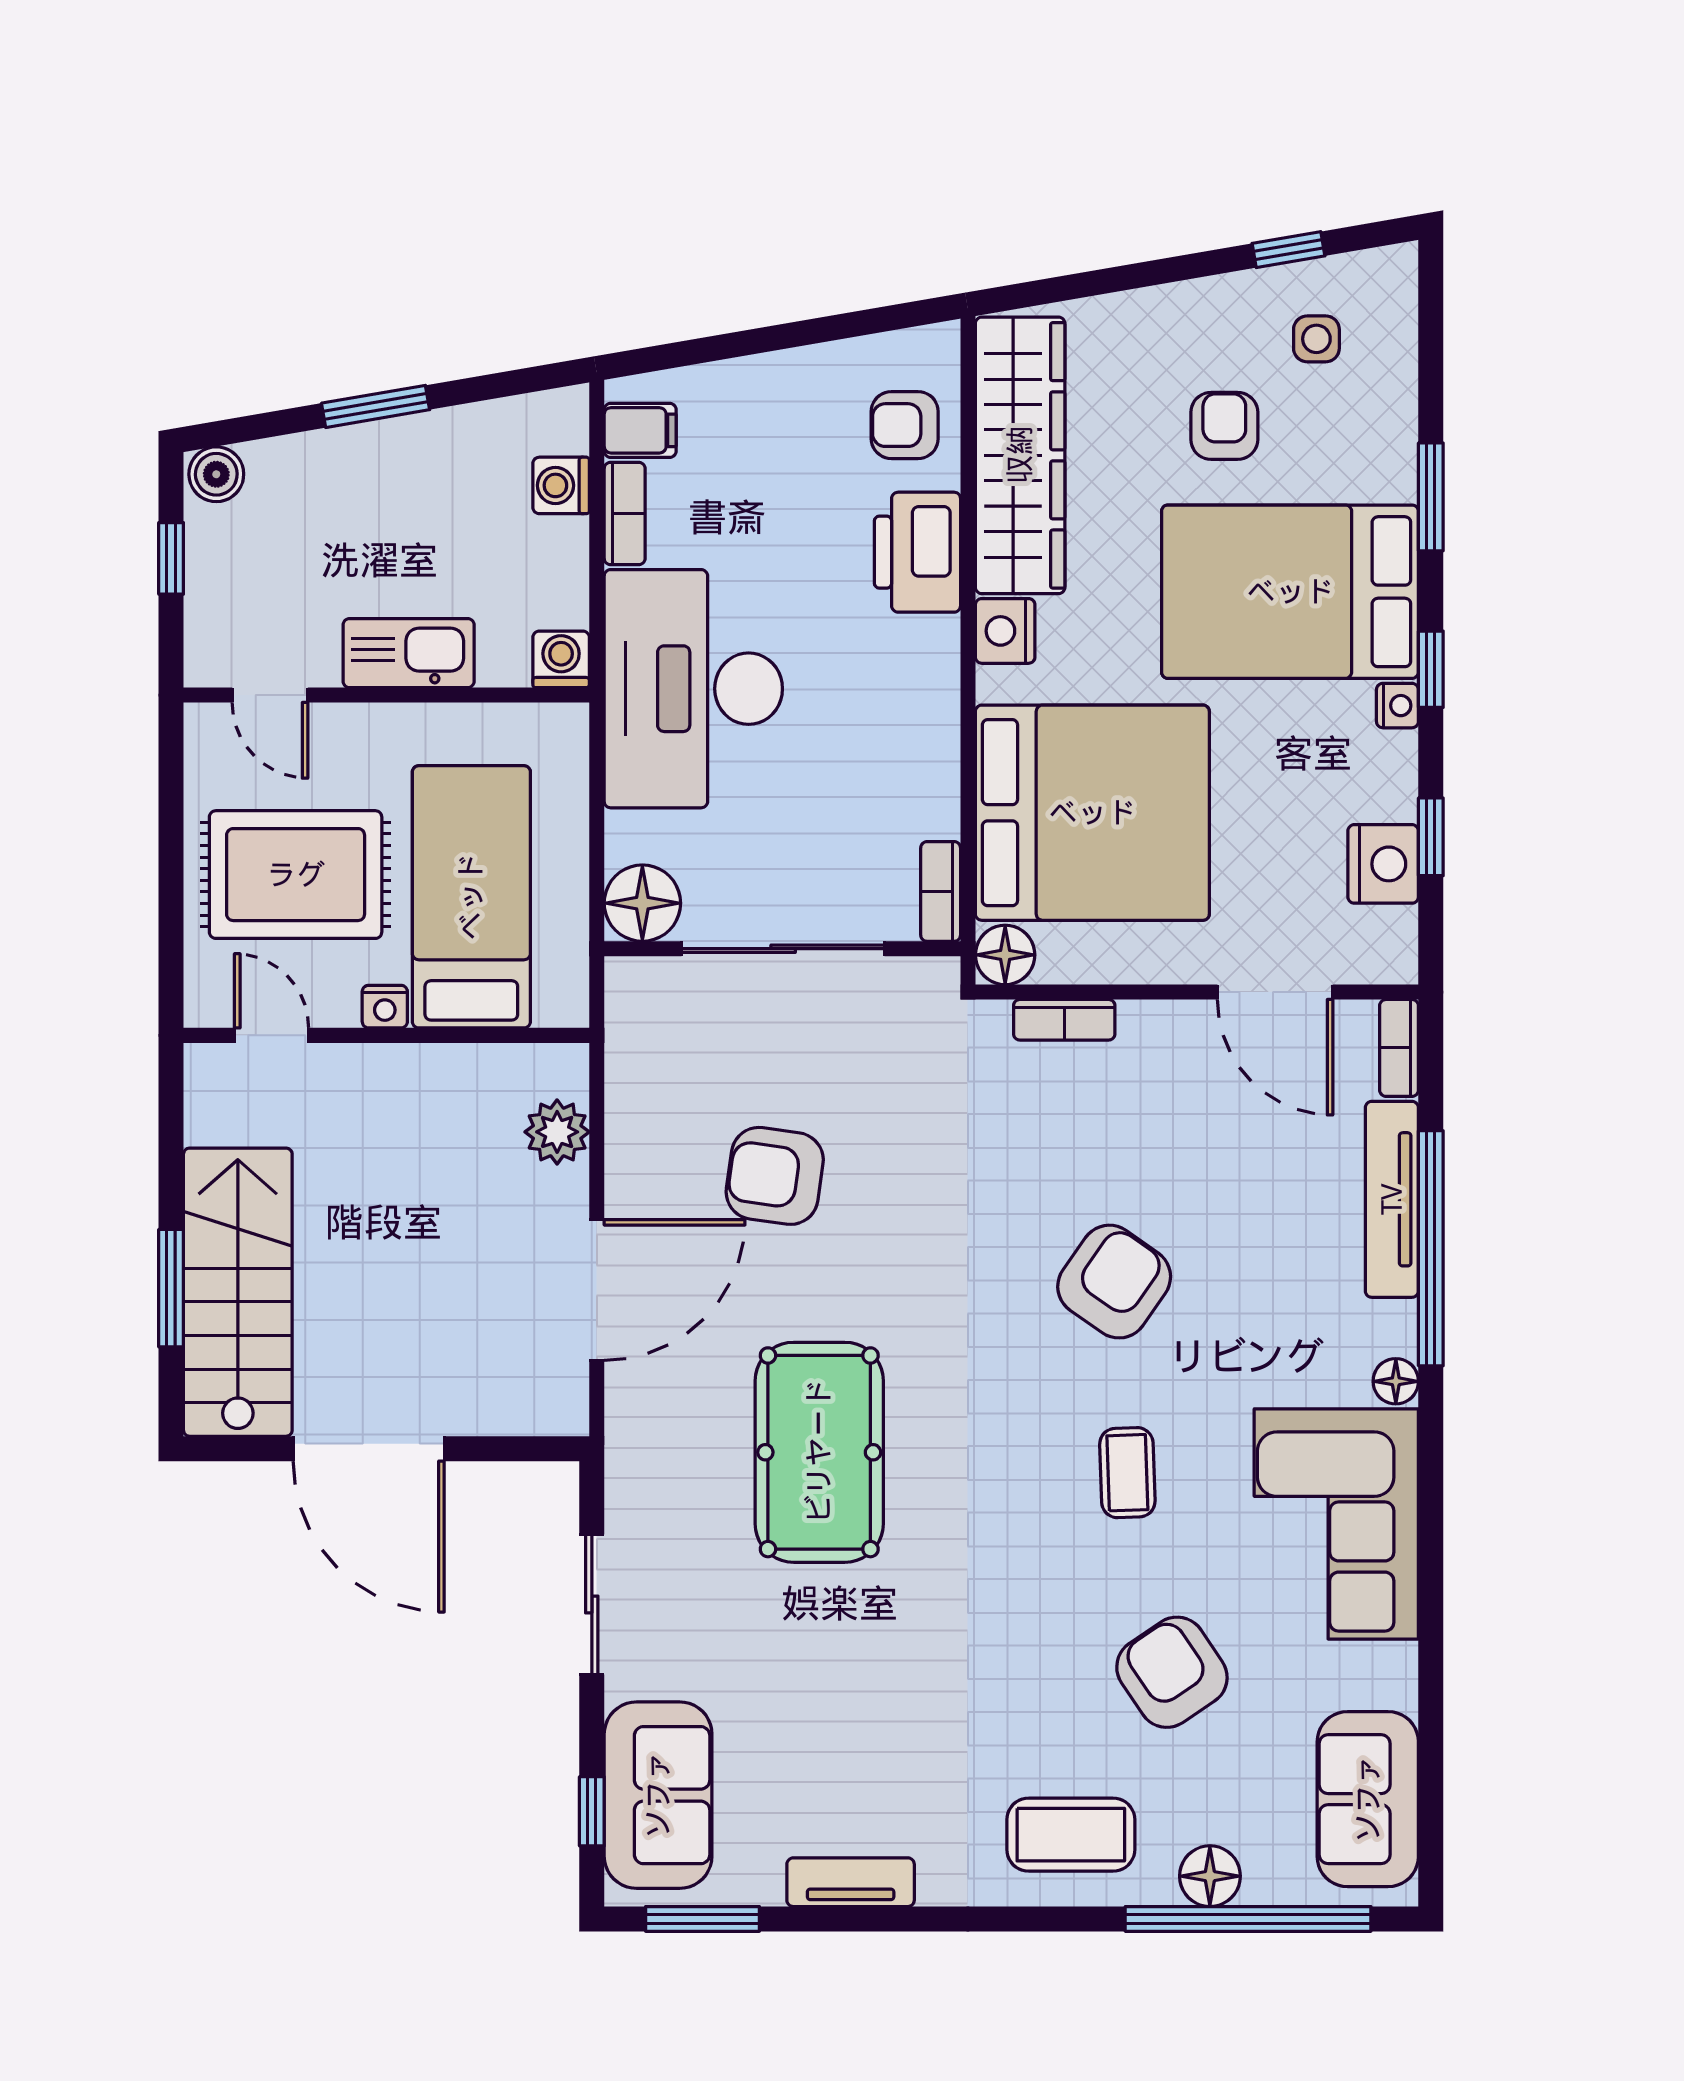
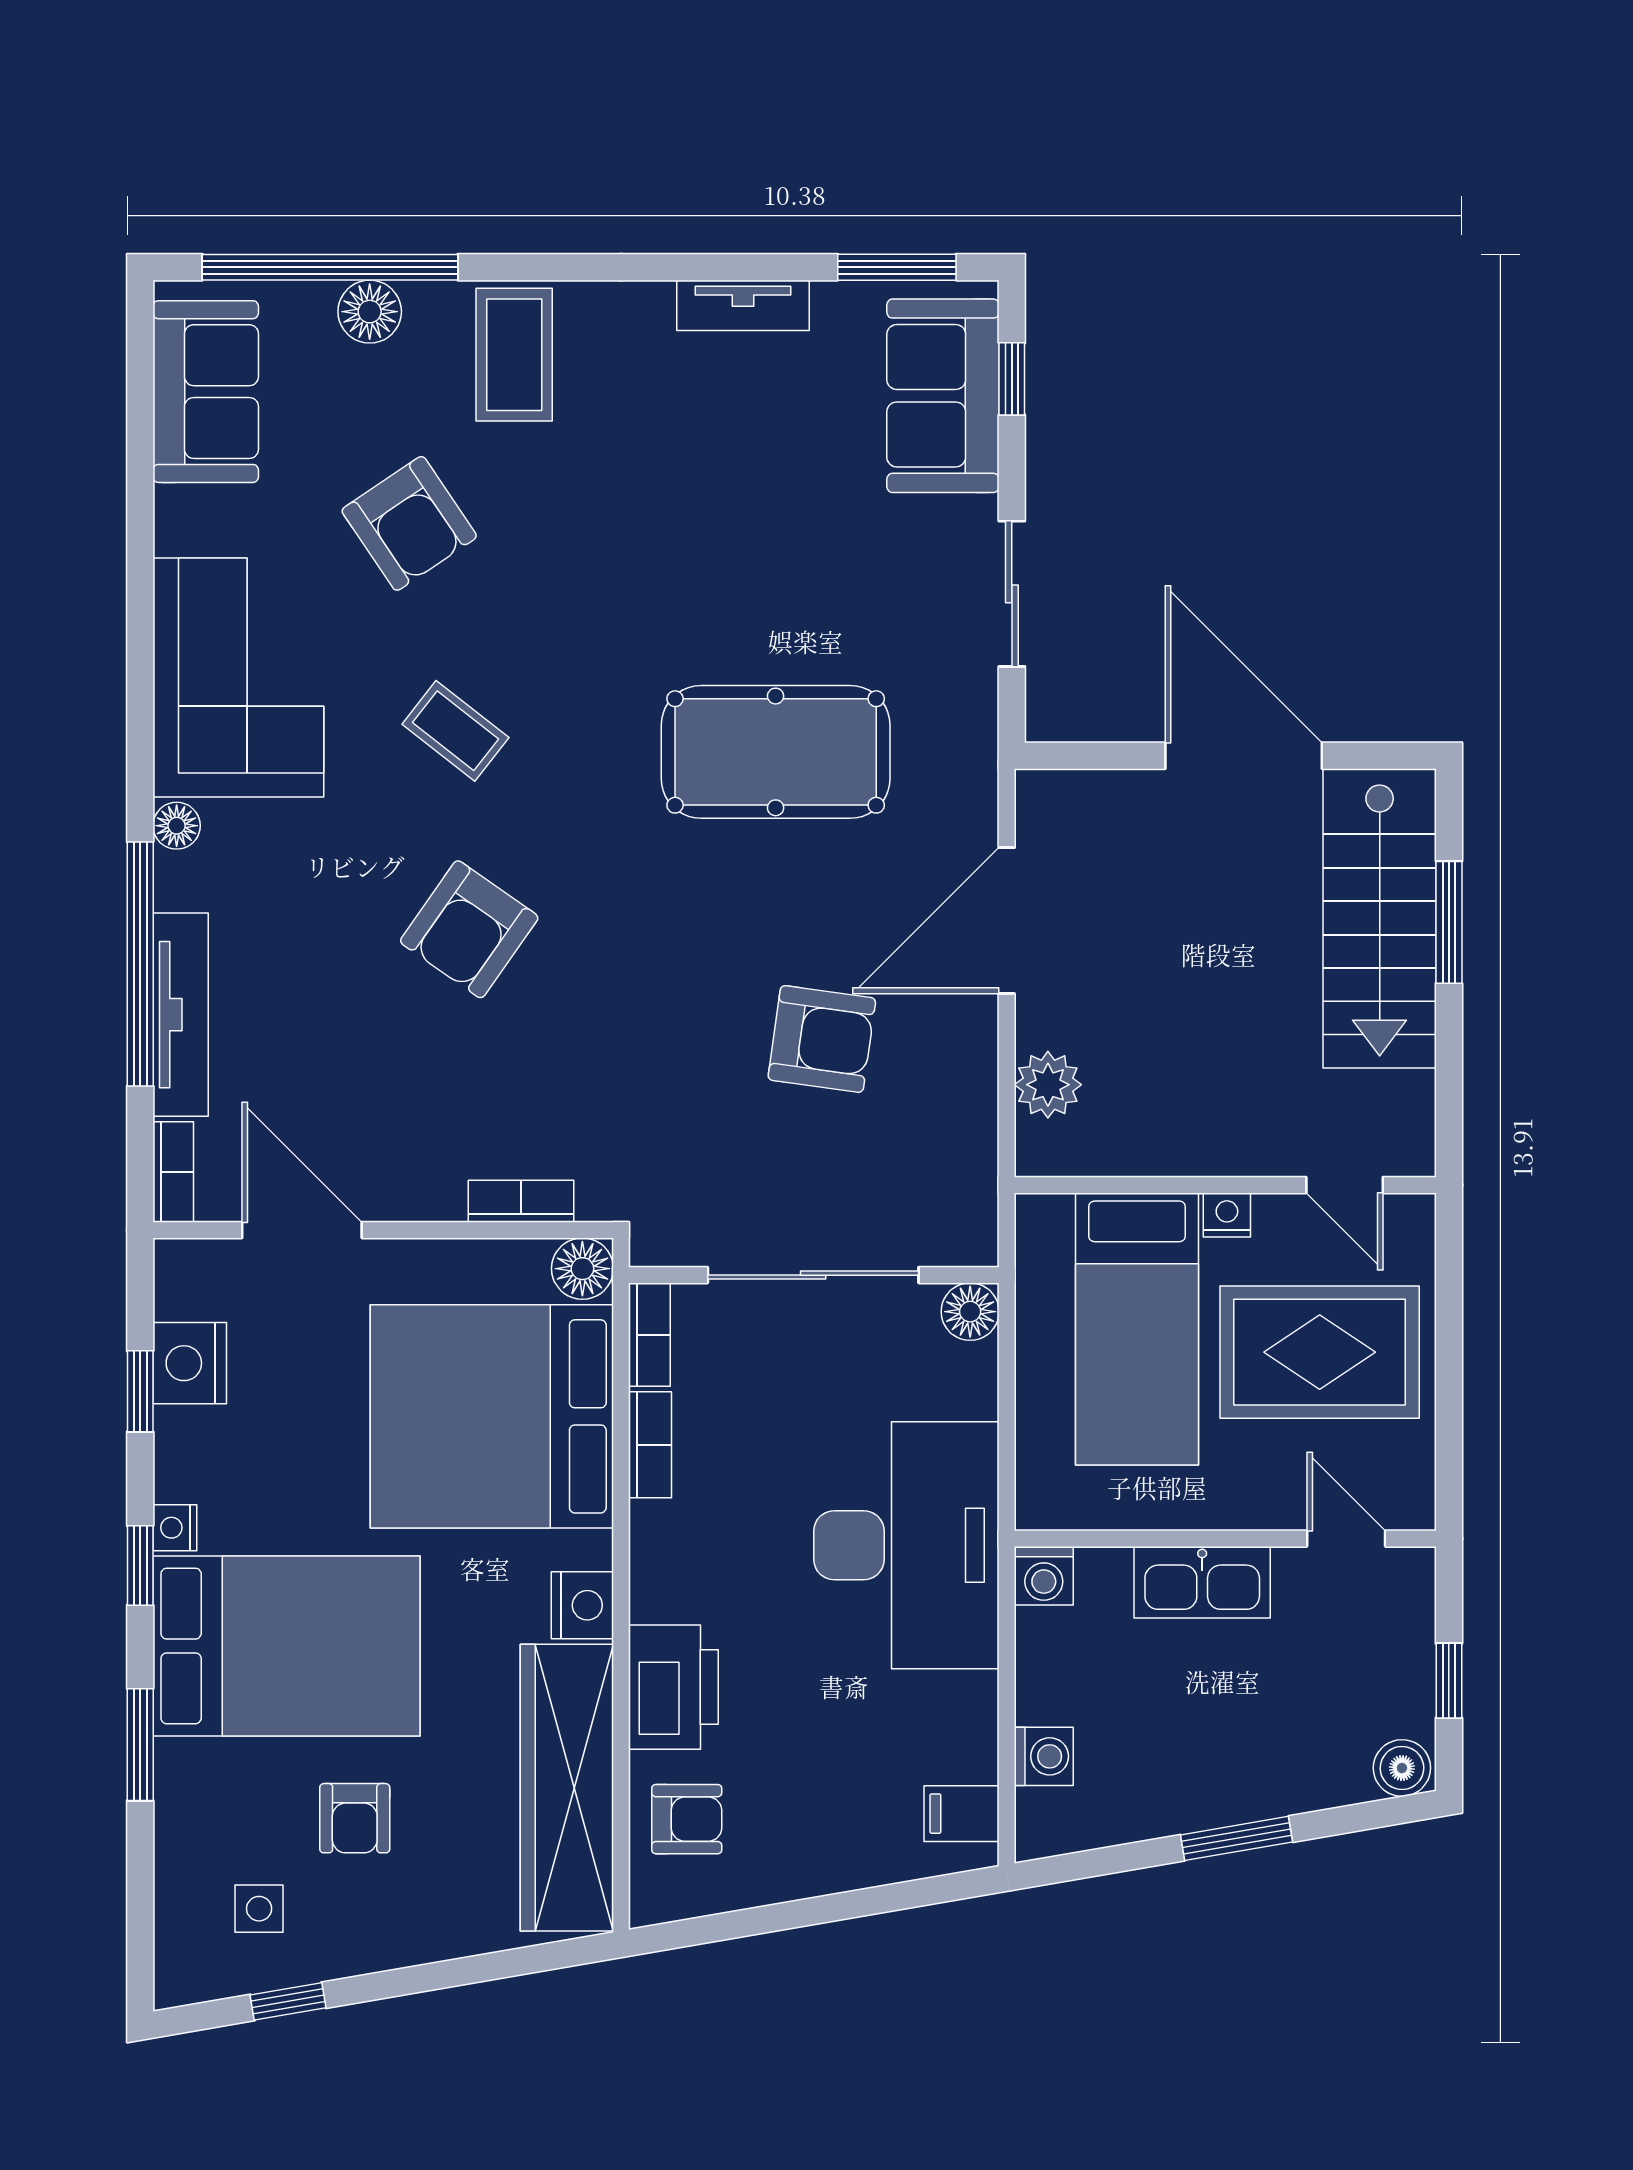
bookcase: (625, 513) -> (650, 1445), moved, turned 180
floor lamp: (642, 903) -> (970, 1312), width x0.73, depth x0.73
pool table: (819, 1452) -> (776, 752), turned 90
coffee table: (1127, 1473) -> (455, 731), turned -50
coffee table: (1071, 1835) -> (514, 355), turned 90

